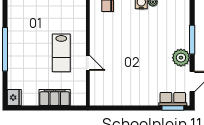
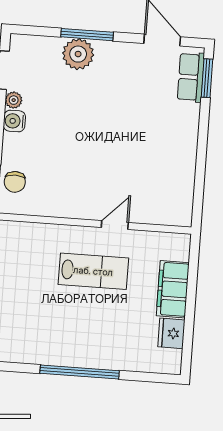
plant: (181, 58) -> (78, 54), moved
fridge: (14, 97) -> (171, 333), moved, turned -90

